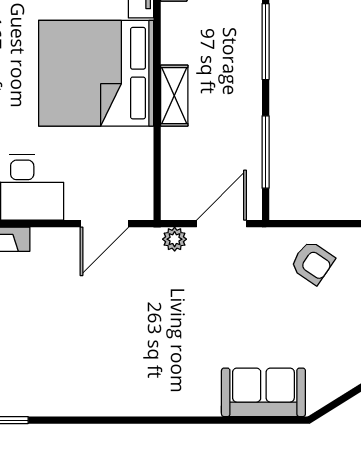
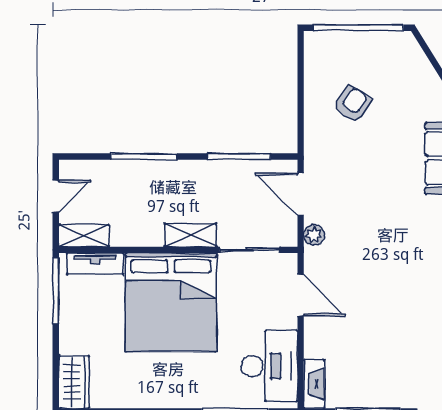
sliding door: (157, 165) -> (250, 250), added
armchair: (312, 263) -> (352, 104), moved

